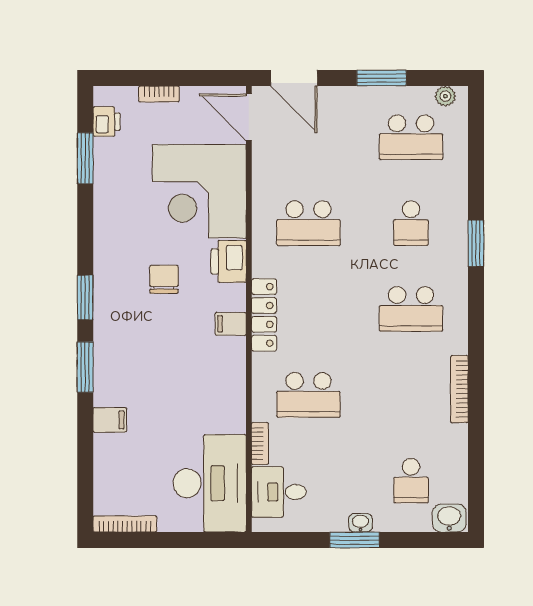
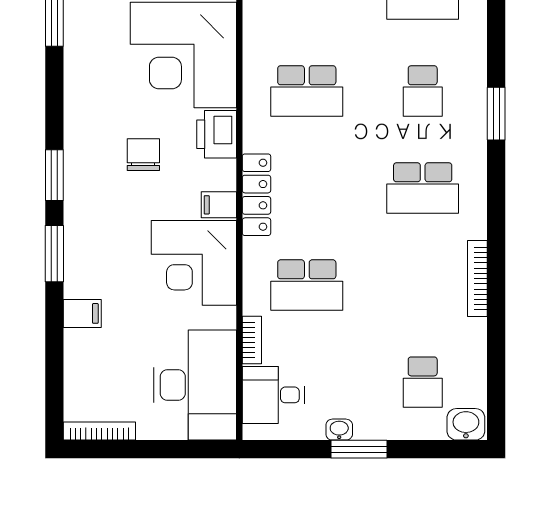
corner desk: (209, 375) -> (194, 263), added
washbasin: (360, 523) -> (339, 430), moved

